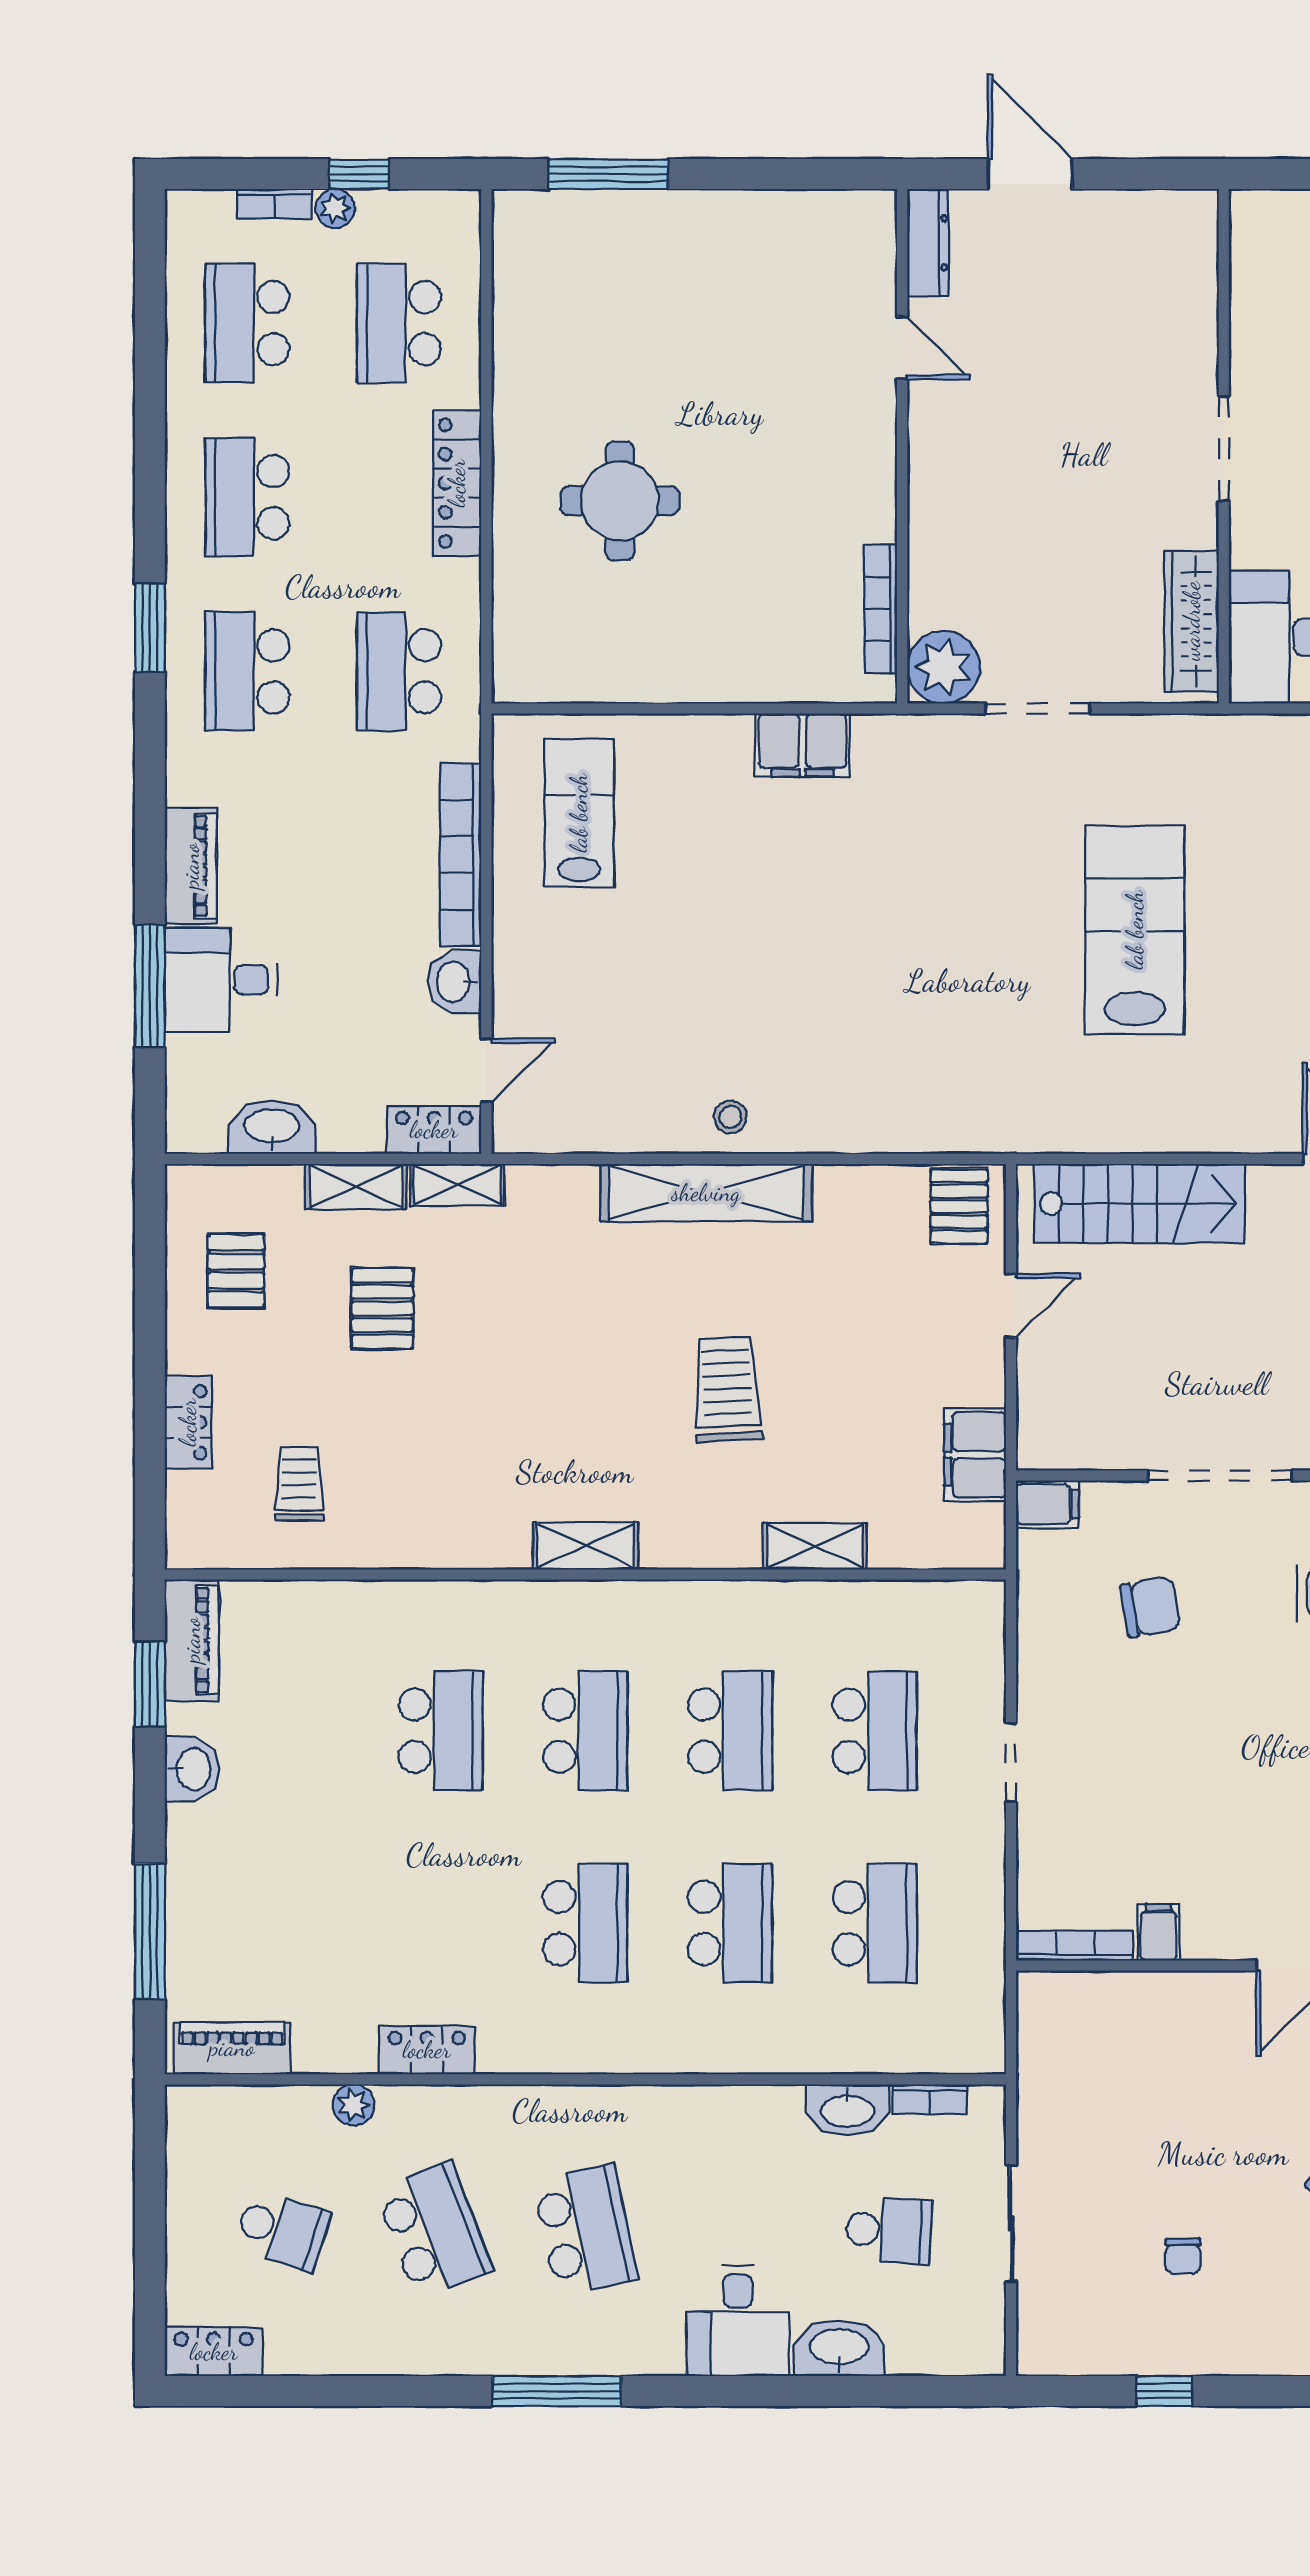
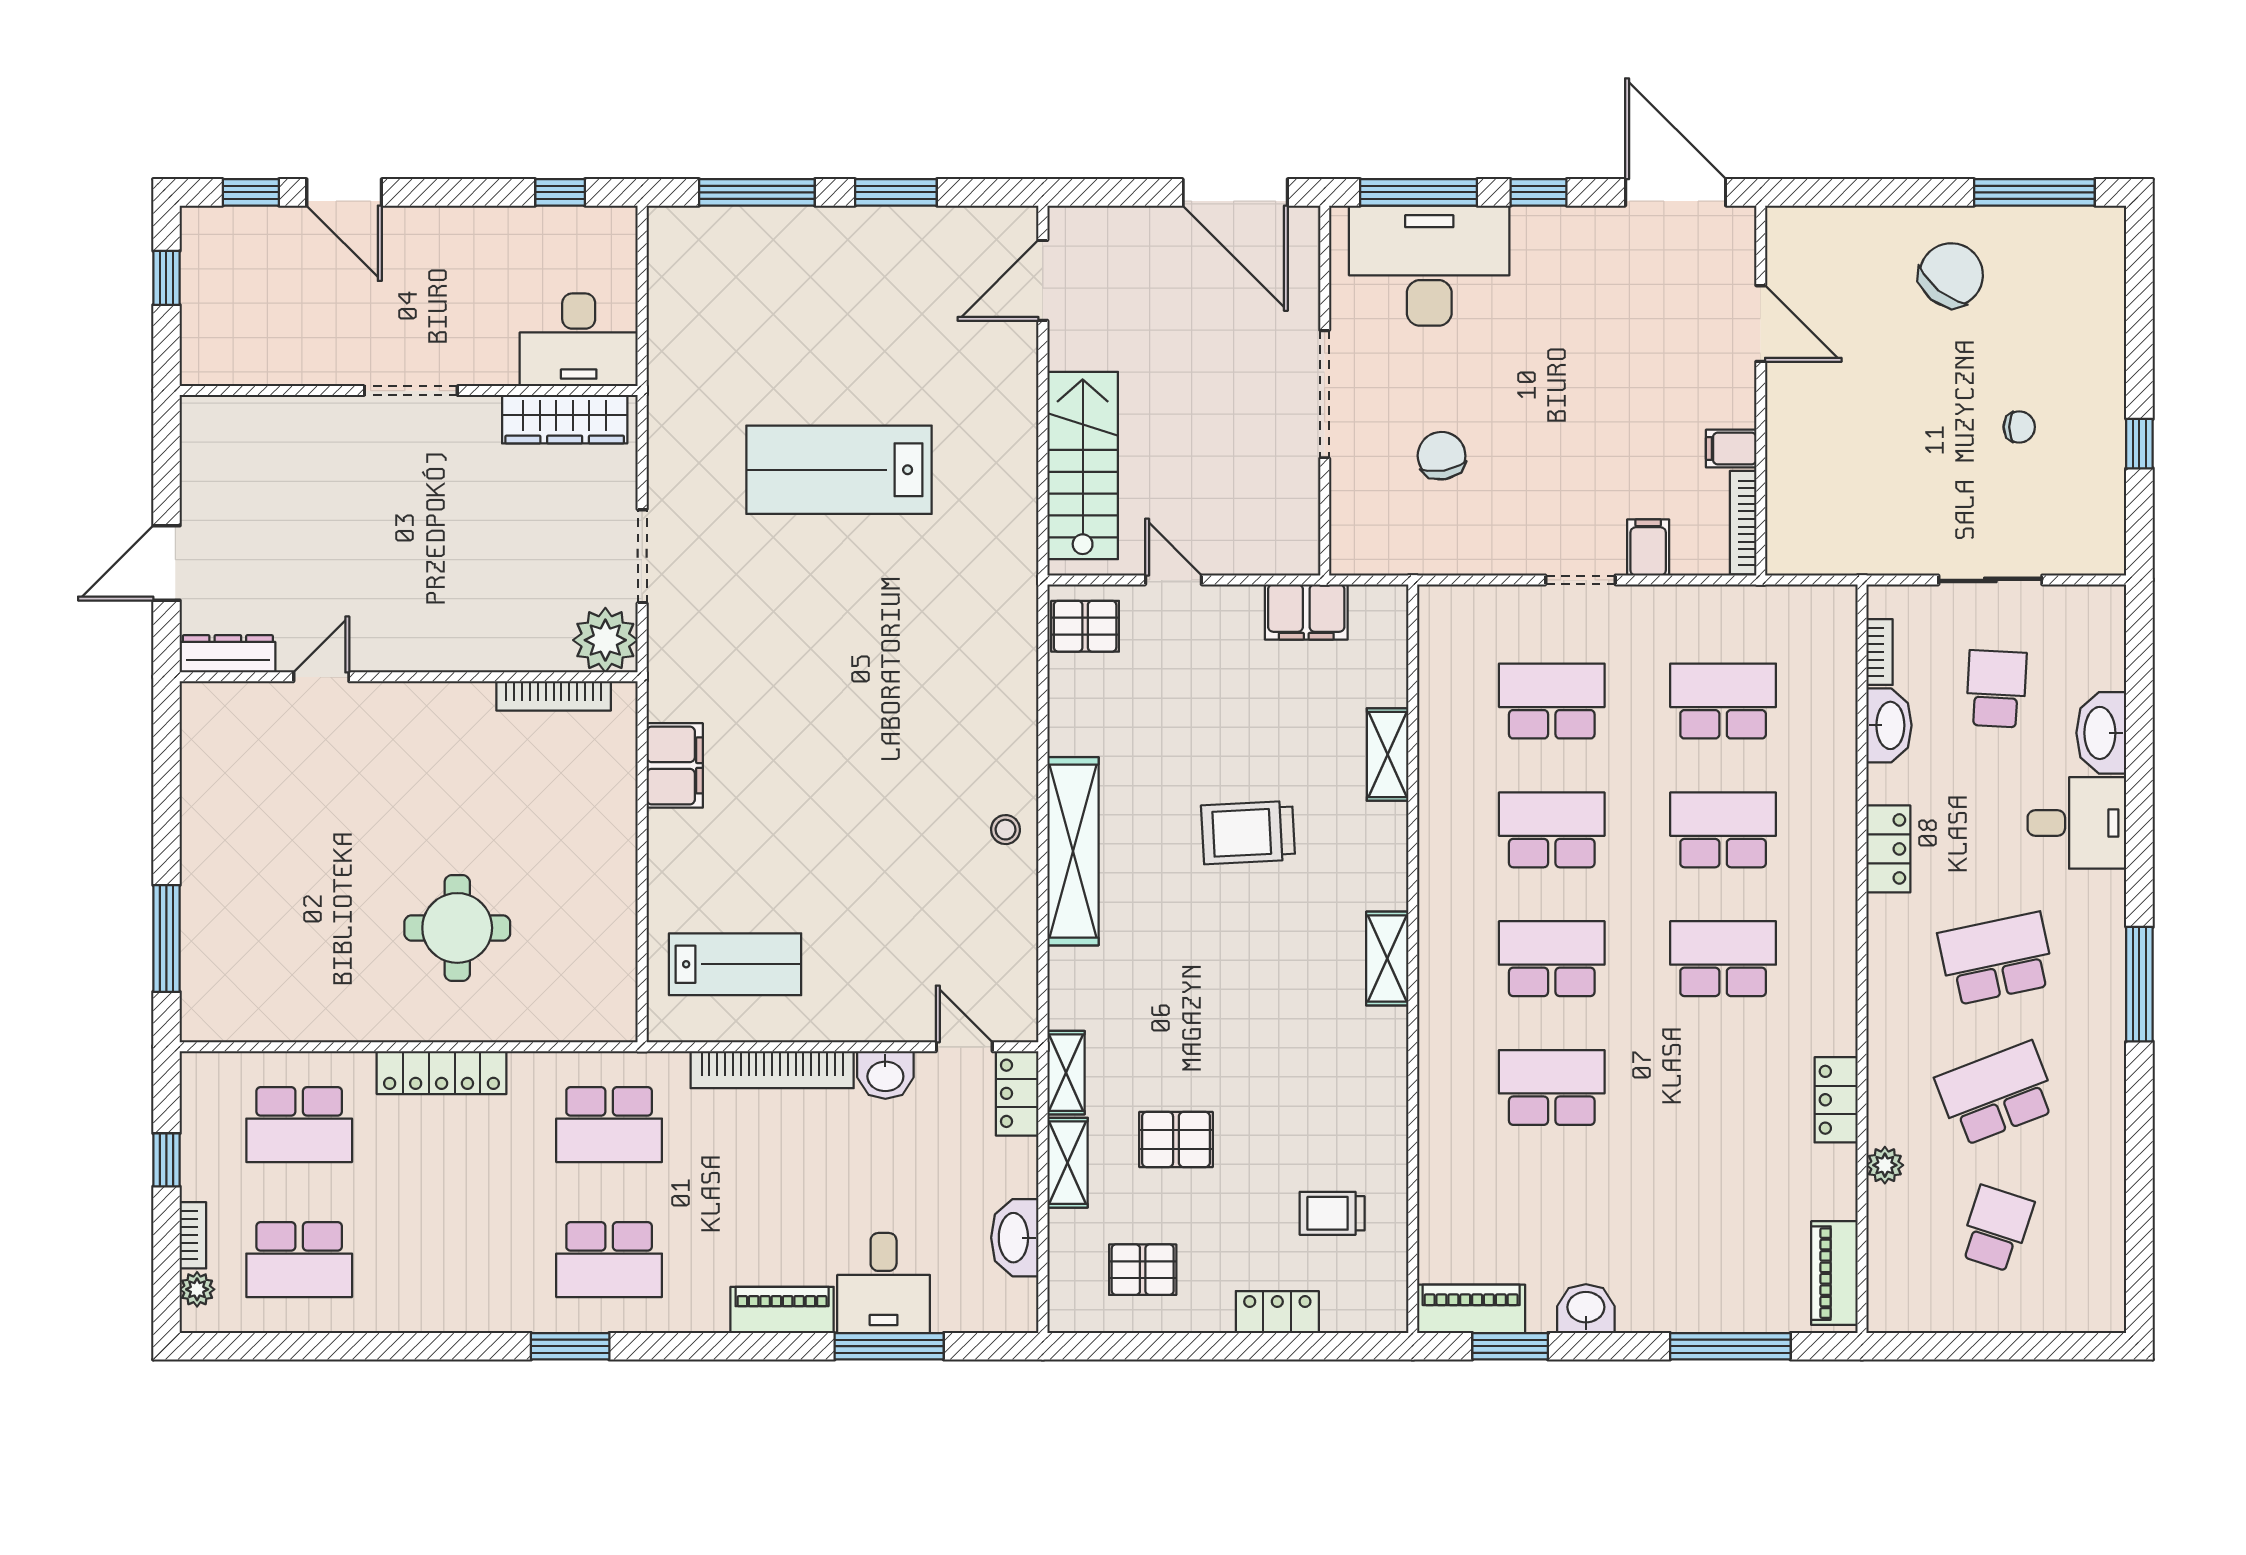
plant: (335, 208) -> (197, 1289), moved
school desk: (247, 497) -> (454, 1260), removed
lab bench: (579, 813) -> (735, 964), turned 180
filing cabinet: (1047, 1504) -> (1648, 547), moved
locker: (214, 2352) -> (1888, 849), moved, turned 180

